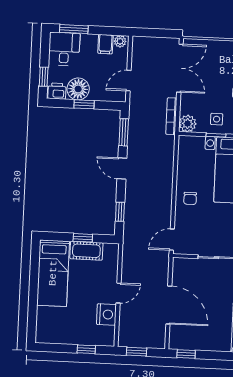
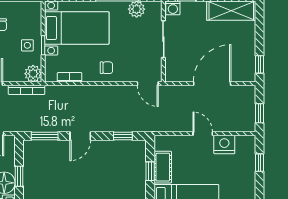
bookcase: (182, 160) -> (70, 77), added

